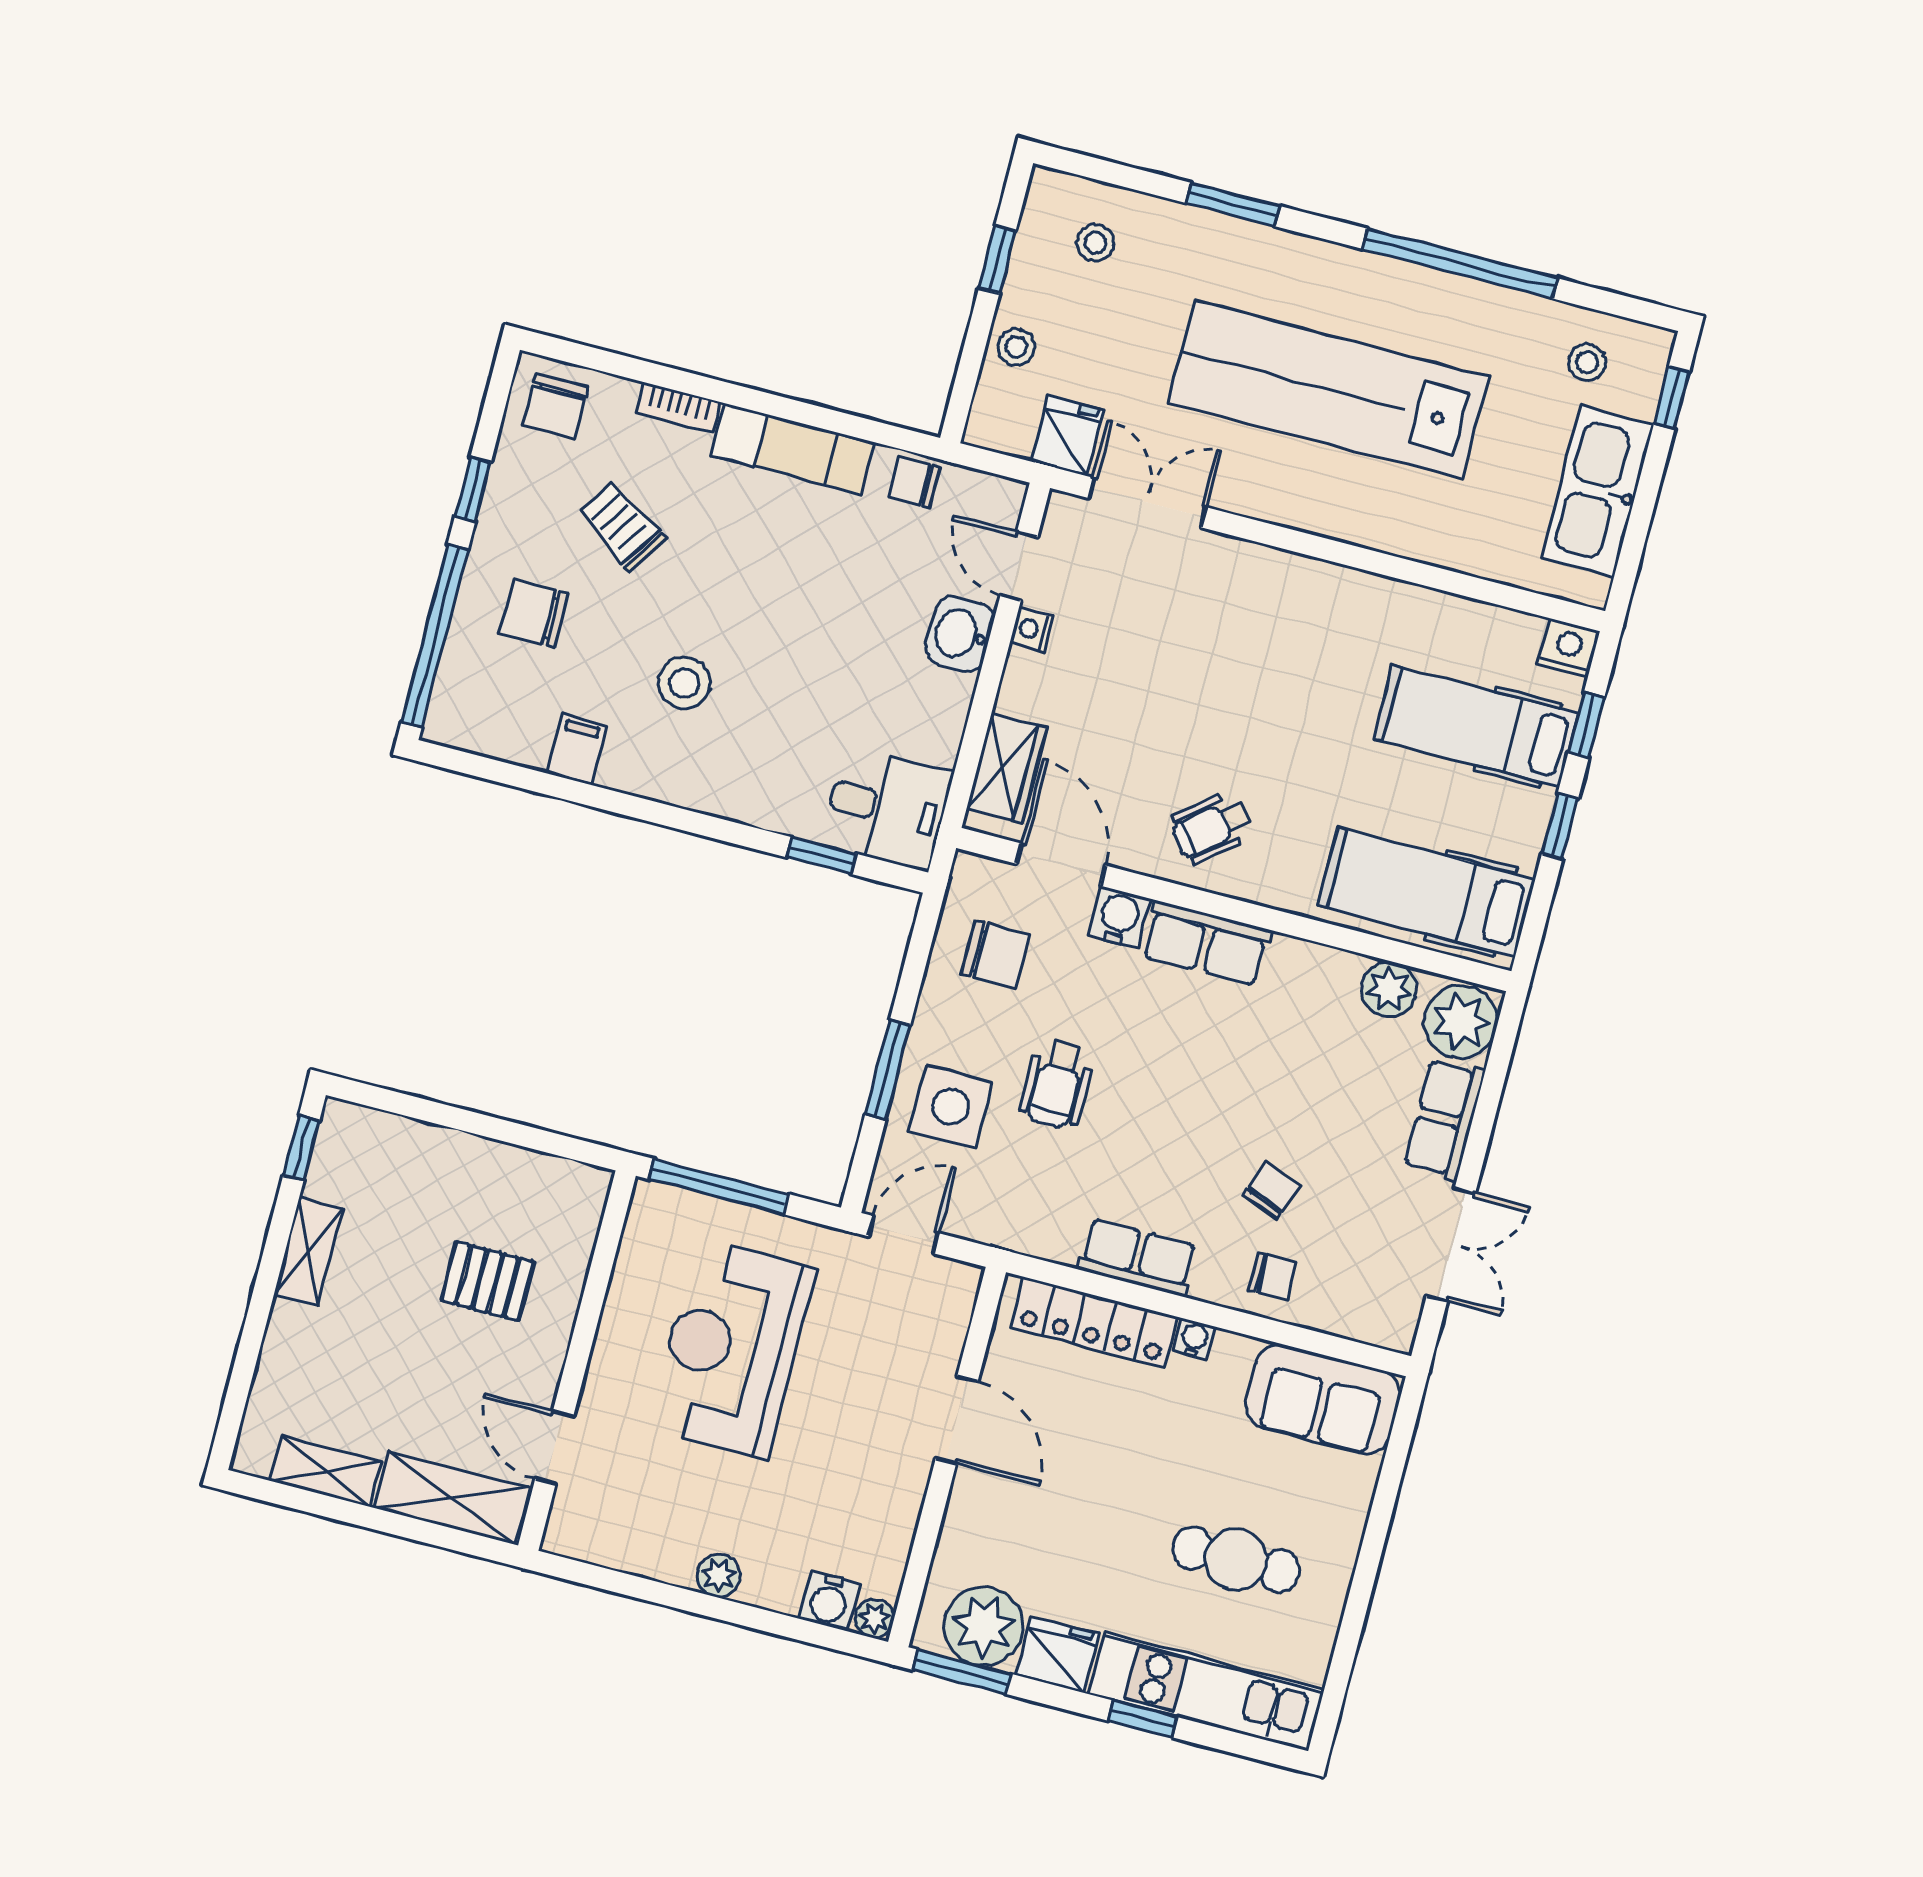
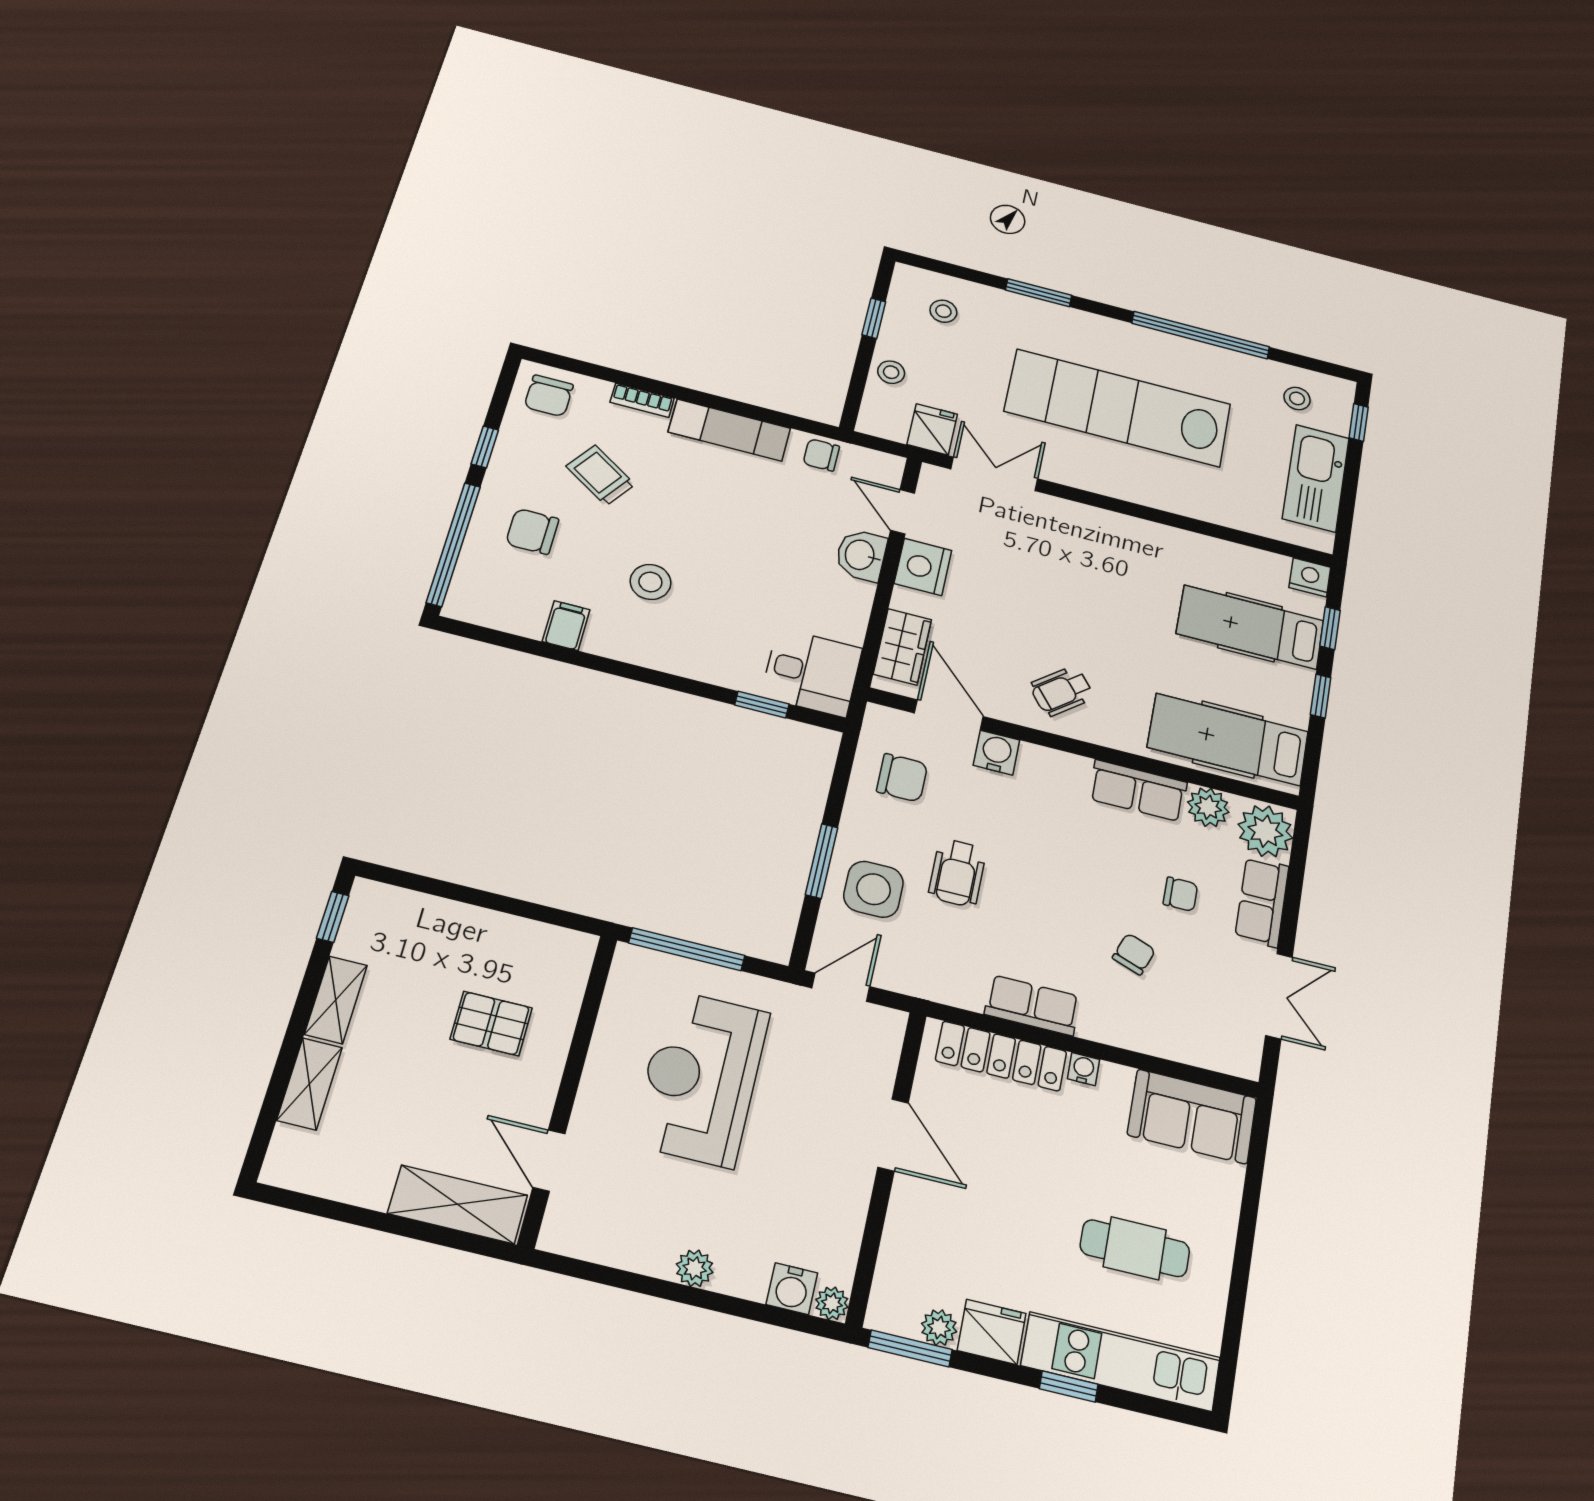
nightstand: (1032, 629) -> (923, 567), width x1.89, depth x1.79
row of seats: (1206, 943) -> (1138, 791), moved
chair: (1273, 1276) -> (1180, 894), moved
shelving: (326, 1472) -> (309, 1084), moved, turned 90
plant: (984, 1626) -> (939, 1328), width x0.53, depth x0.53

